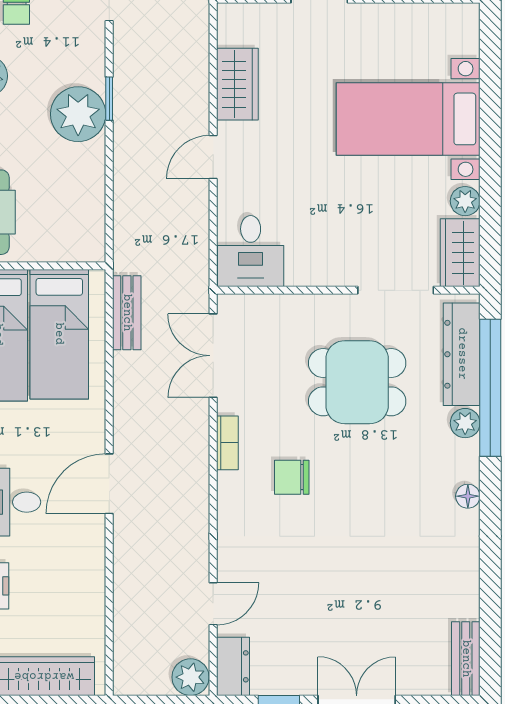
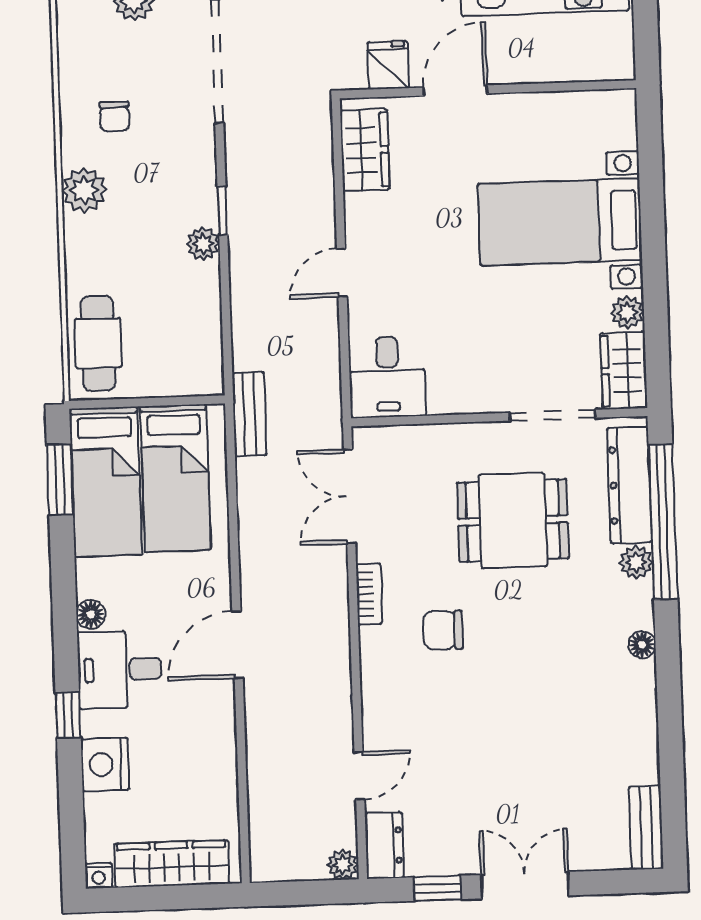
wardrobe: (237, 84) -> (365, 150), moved
plant: (78, 114) -> (203, 244), width x0.53, depth x0.53
bench: (127, 313) -> (249, 414), moved
plant: (190, 677) -> (343, 865), width x0.73, depth x0.73

